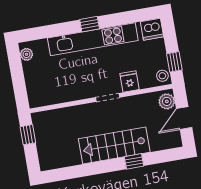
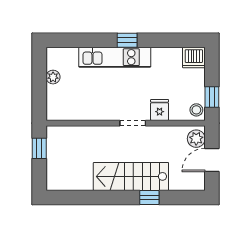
kitchen unit: (93, 39) -> (115, 57), width x0.73
plant: (26, 54) -> (53, 77), moved

